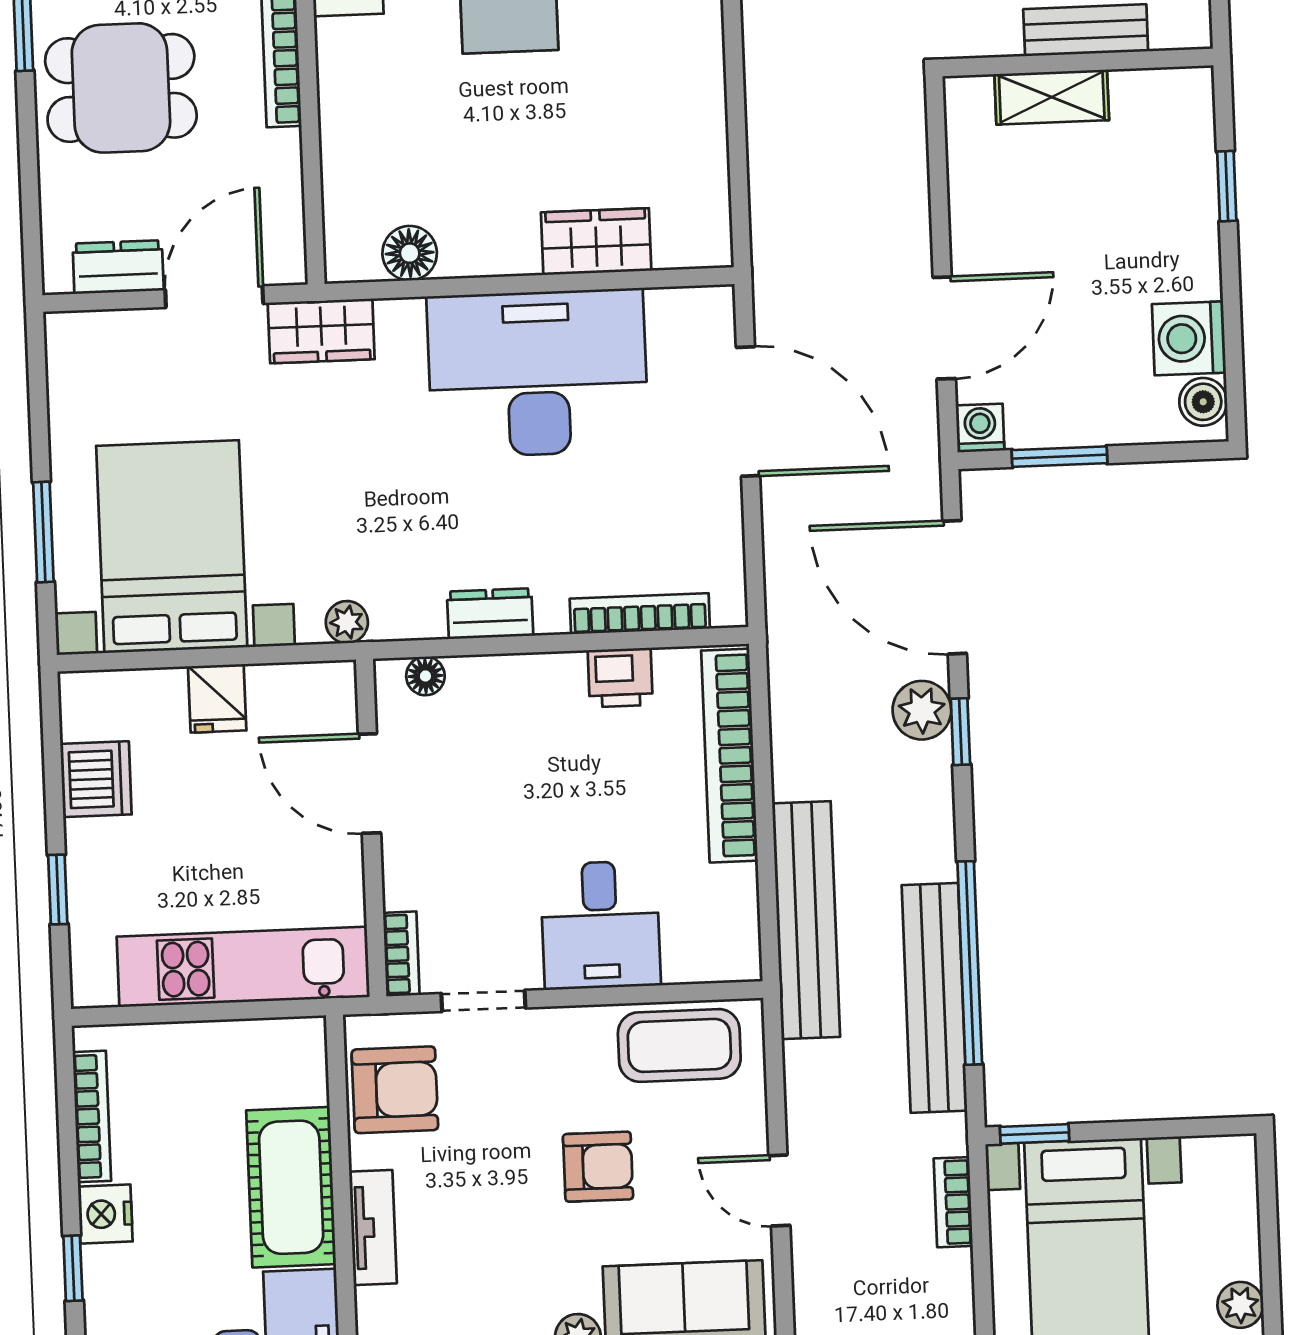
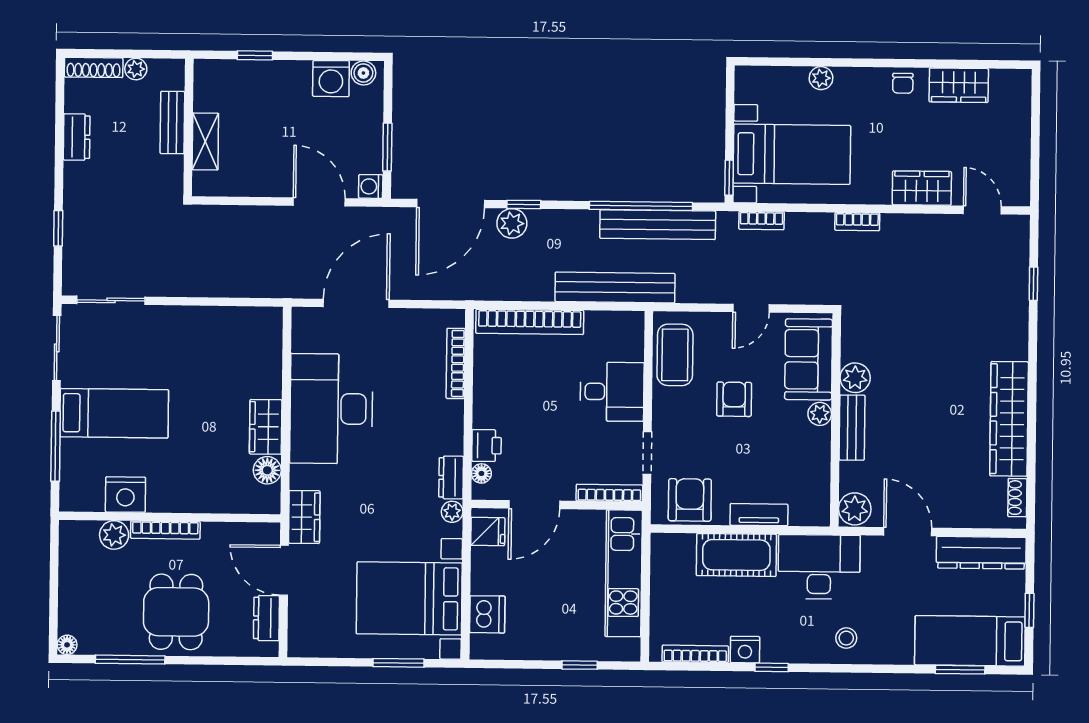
wardrobe: (596, 242) -> (266, 427), moved
dresser: (490, 614) -> (451, 477), moved
printer: (620, 678) -> (487, 446), moved
fridge: (217, 698) -> (488, 531), moved
dishwasher: (96, 779) -> (487, 614), moved, turned 90
bookcase: (401, 954) -> (609, 493), width x1.56

